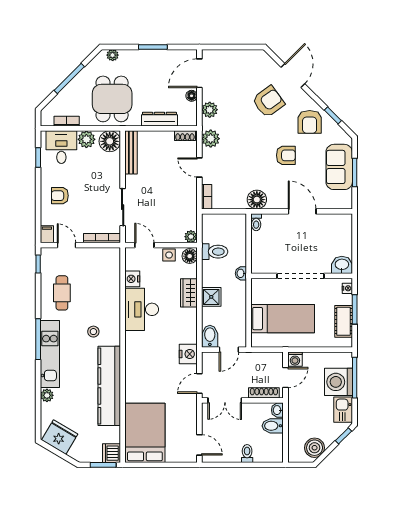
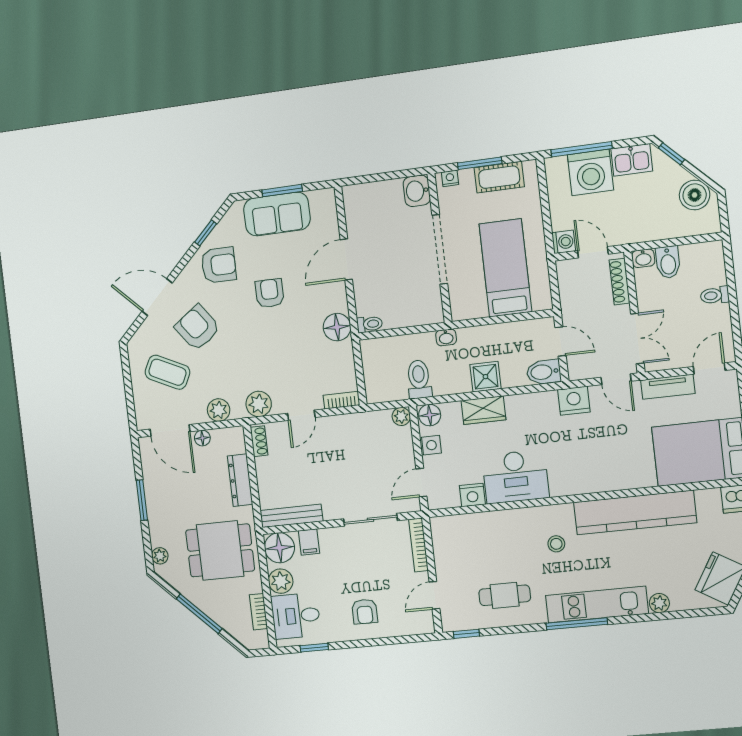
coffee table: (240, 76) -> (167, 372), added
filing cabinet: (47, 234) -> (309, 542), moved, turned -90
tv unit: (191, 417) -> (668, 387), added

